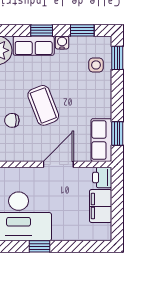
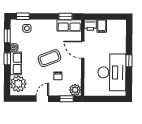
filing cabinet: (101, 206) -> (102, 26), width x0.50

